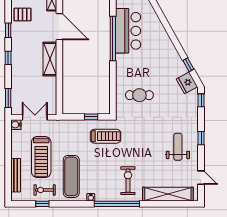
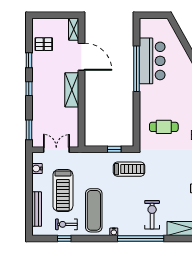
water cooler: (16, 125) -> (37, 169), moved

